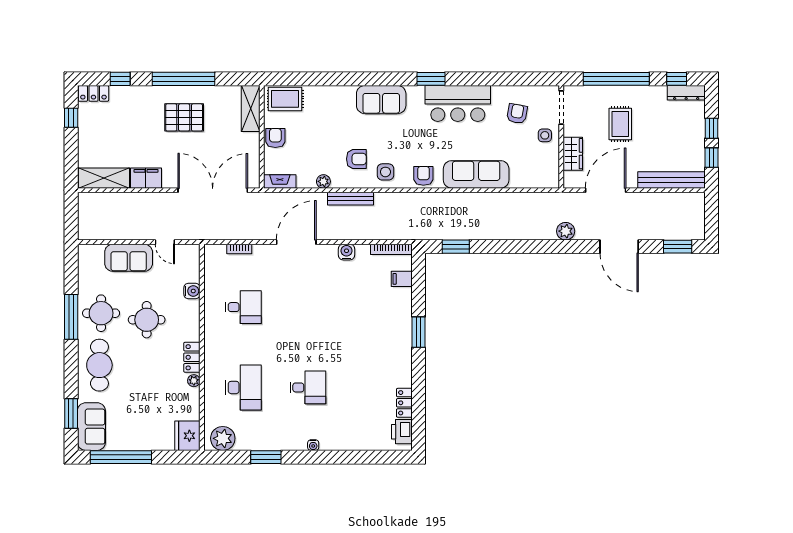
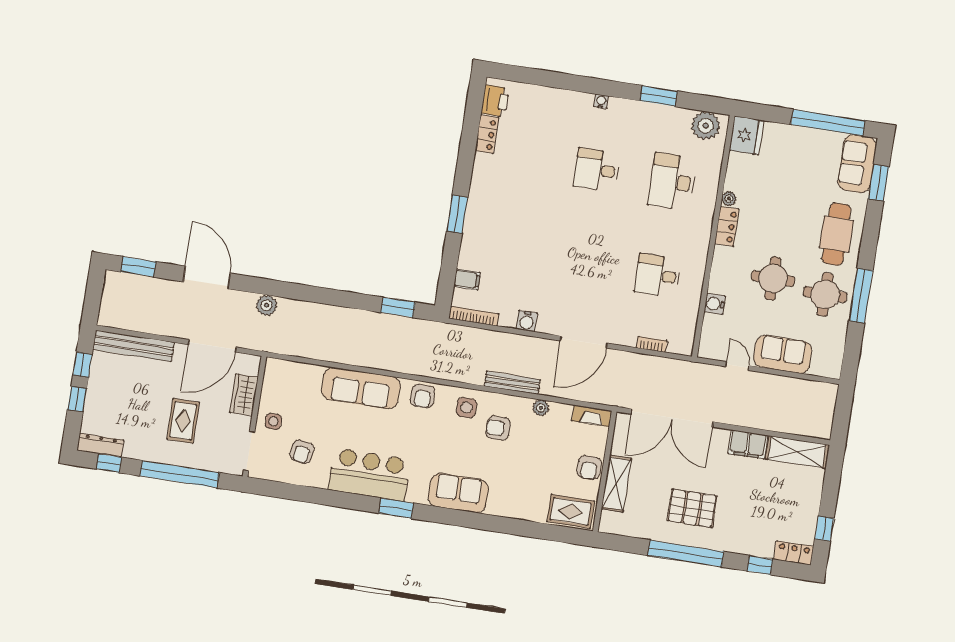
shelving: (251, 108) -> (616, 484), moved

